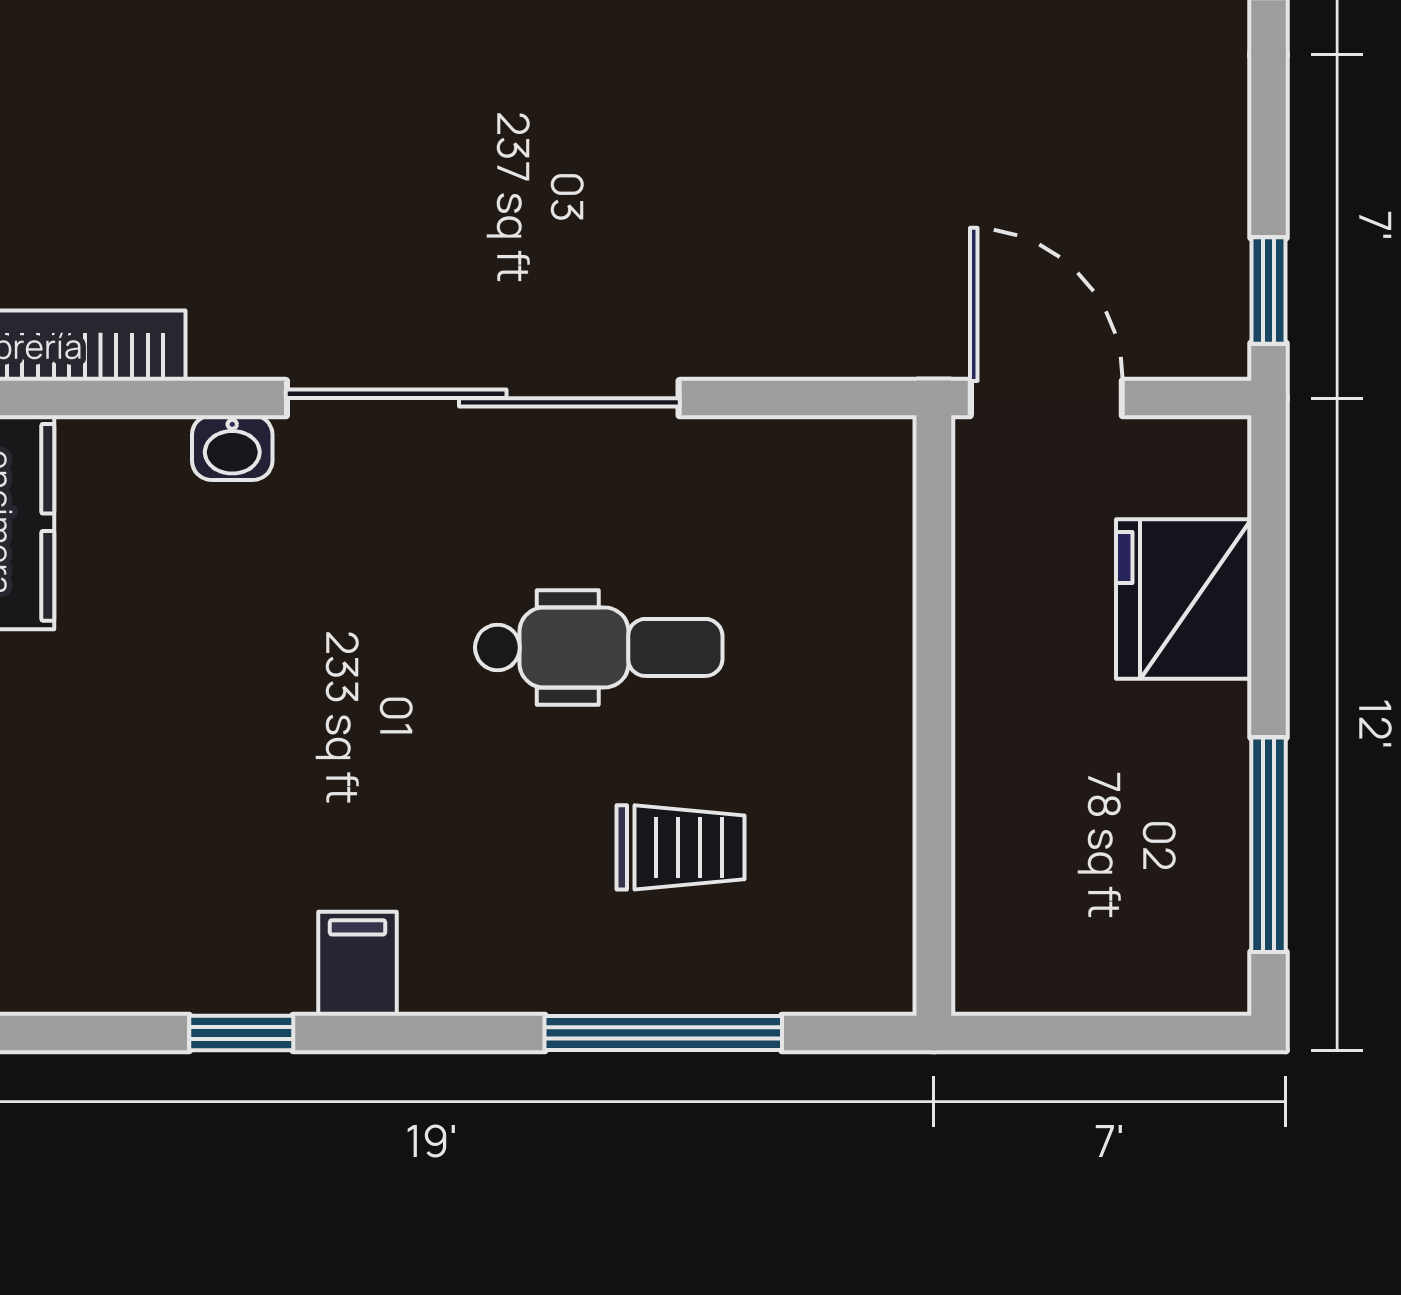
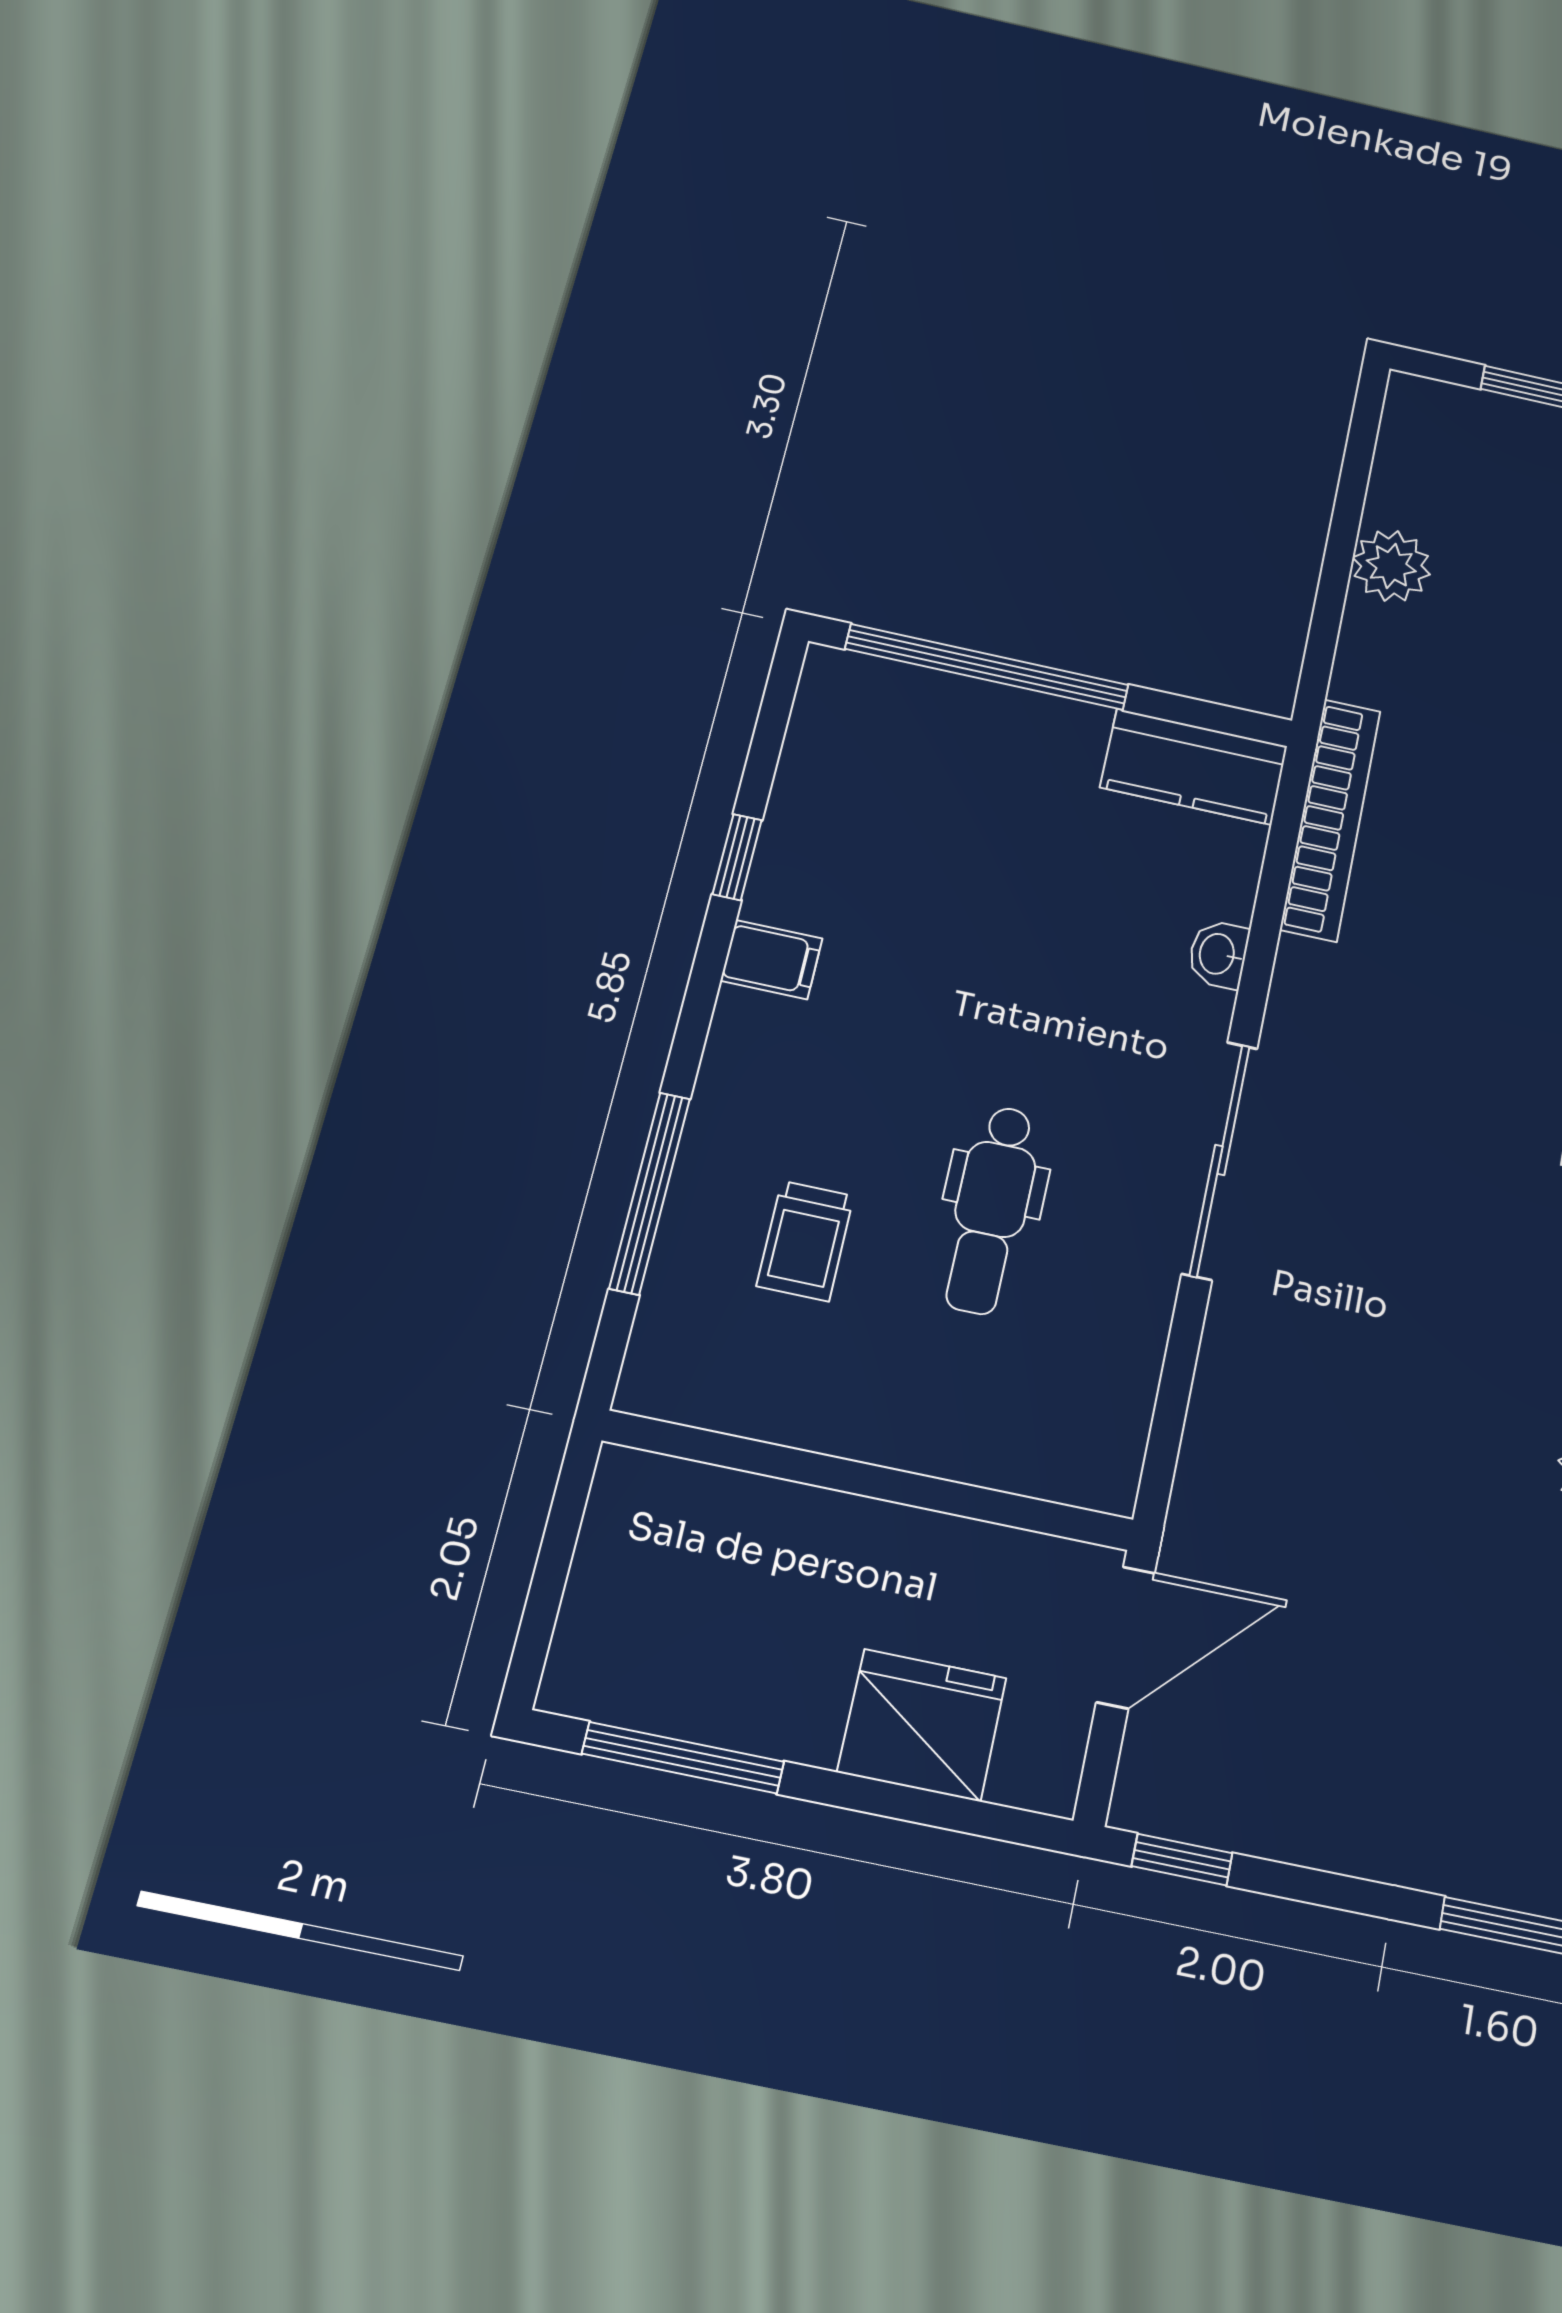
sliding door: (483, 398) -> (1220, 1160), width x0.73

